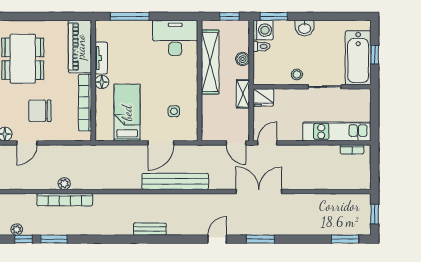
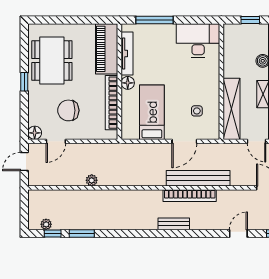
tv unit: (101, 58) -> (127, 53), width x1.41
shelving: (210, 62) -> (232, 109), moved
bookcase: (65, 200) -> (190, 196), moved

